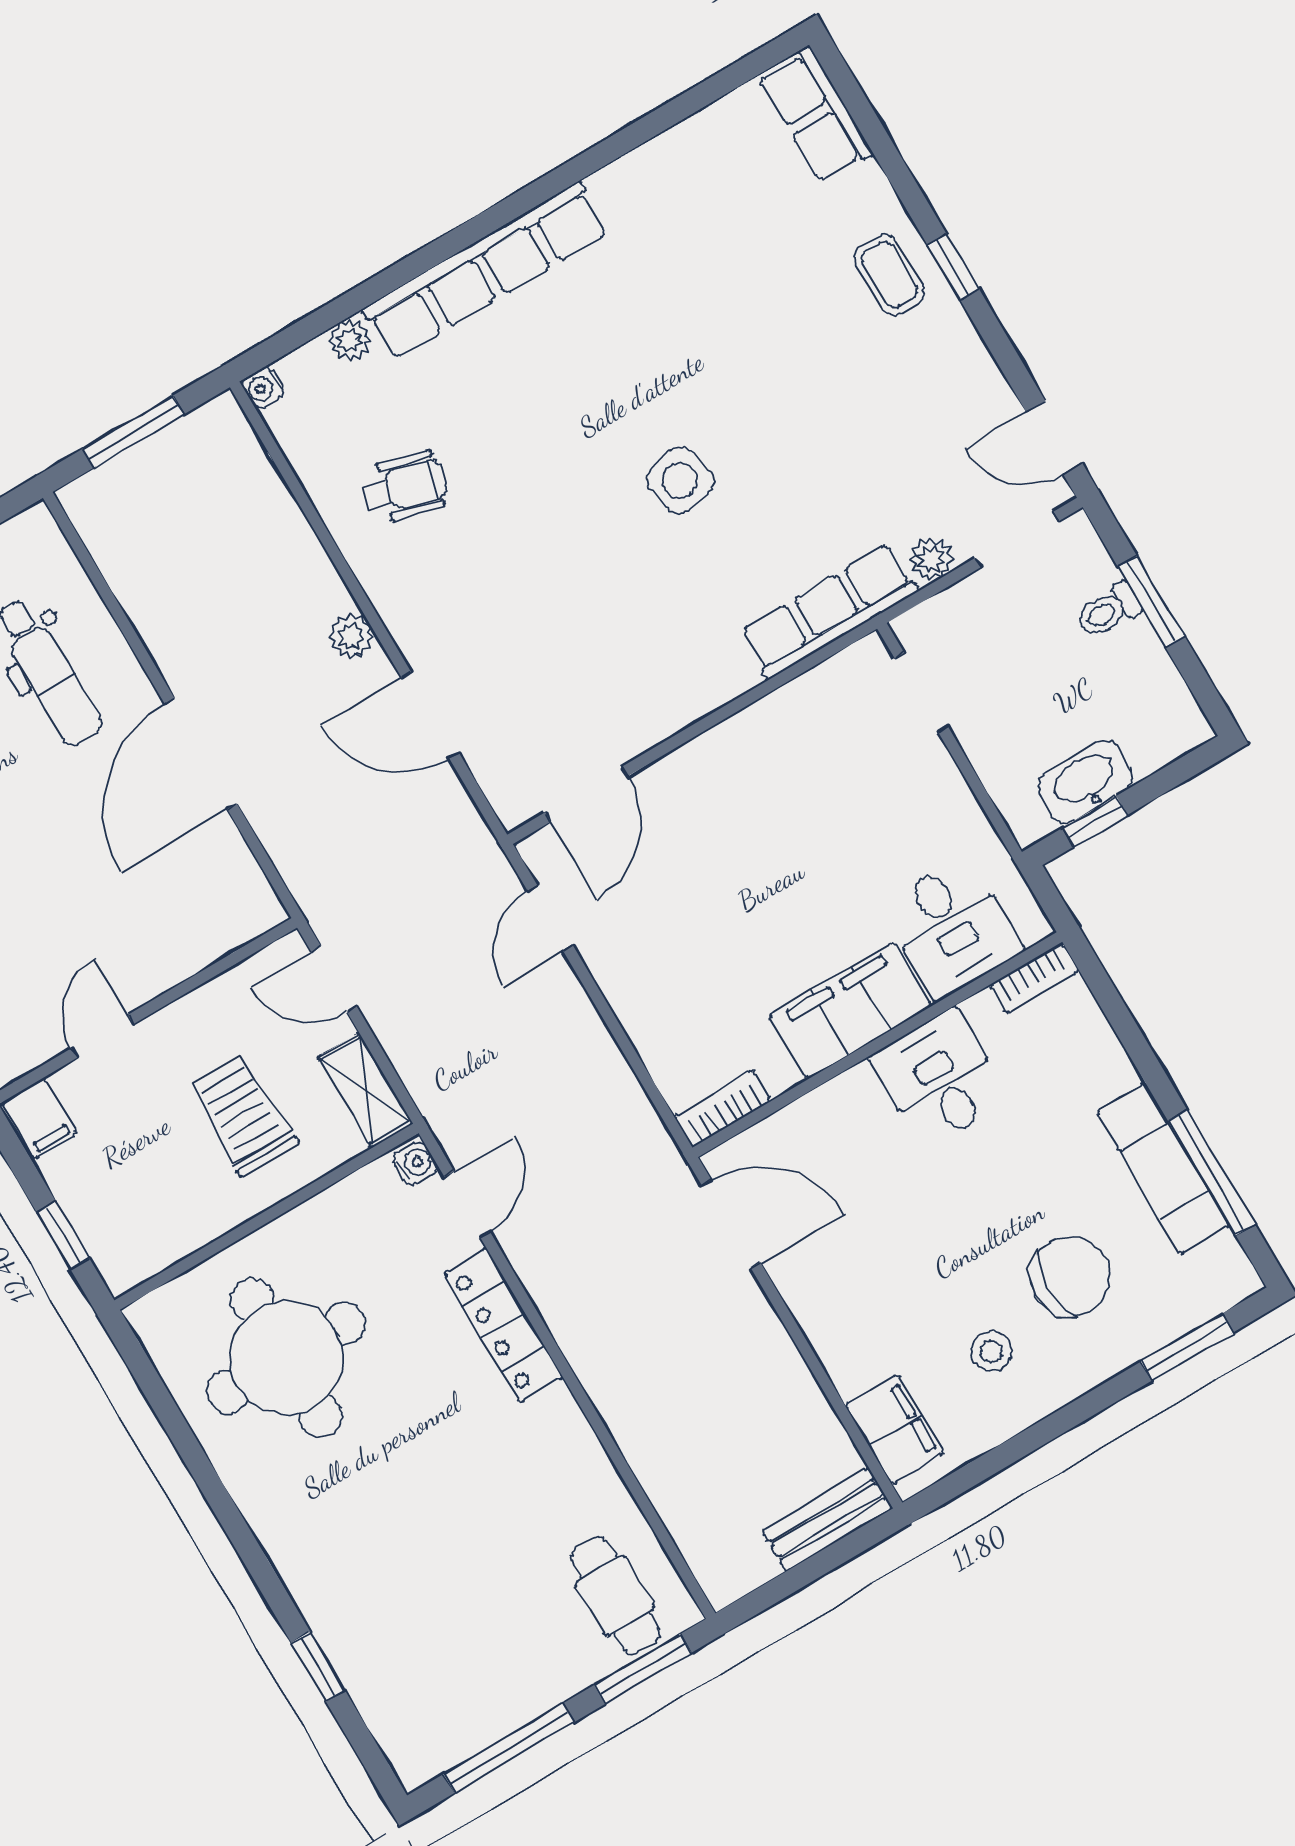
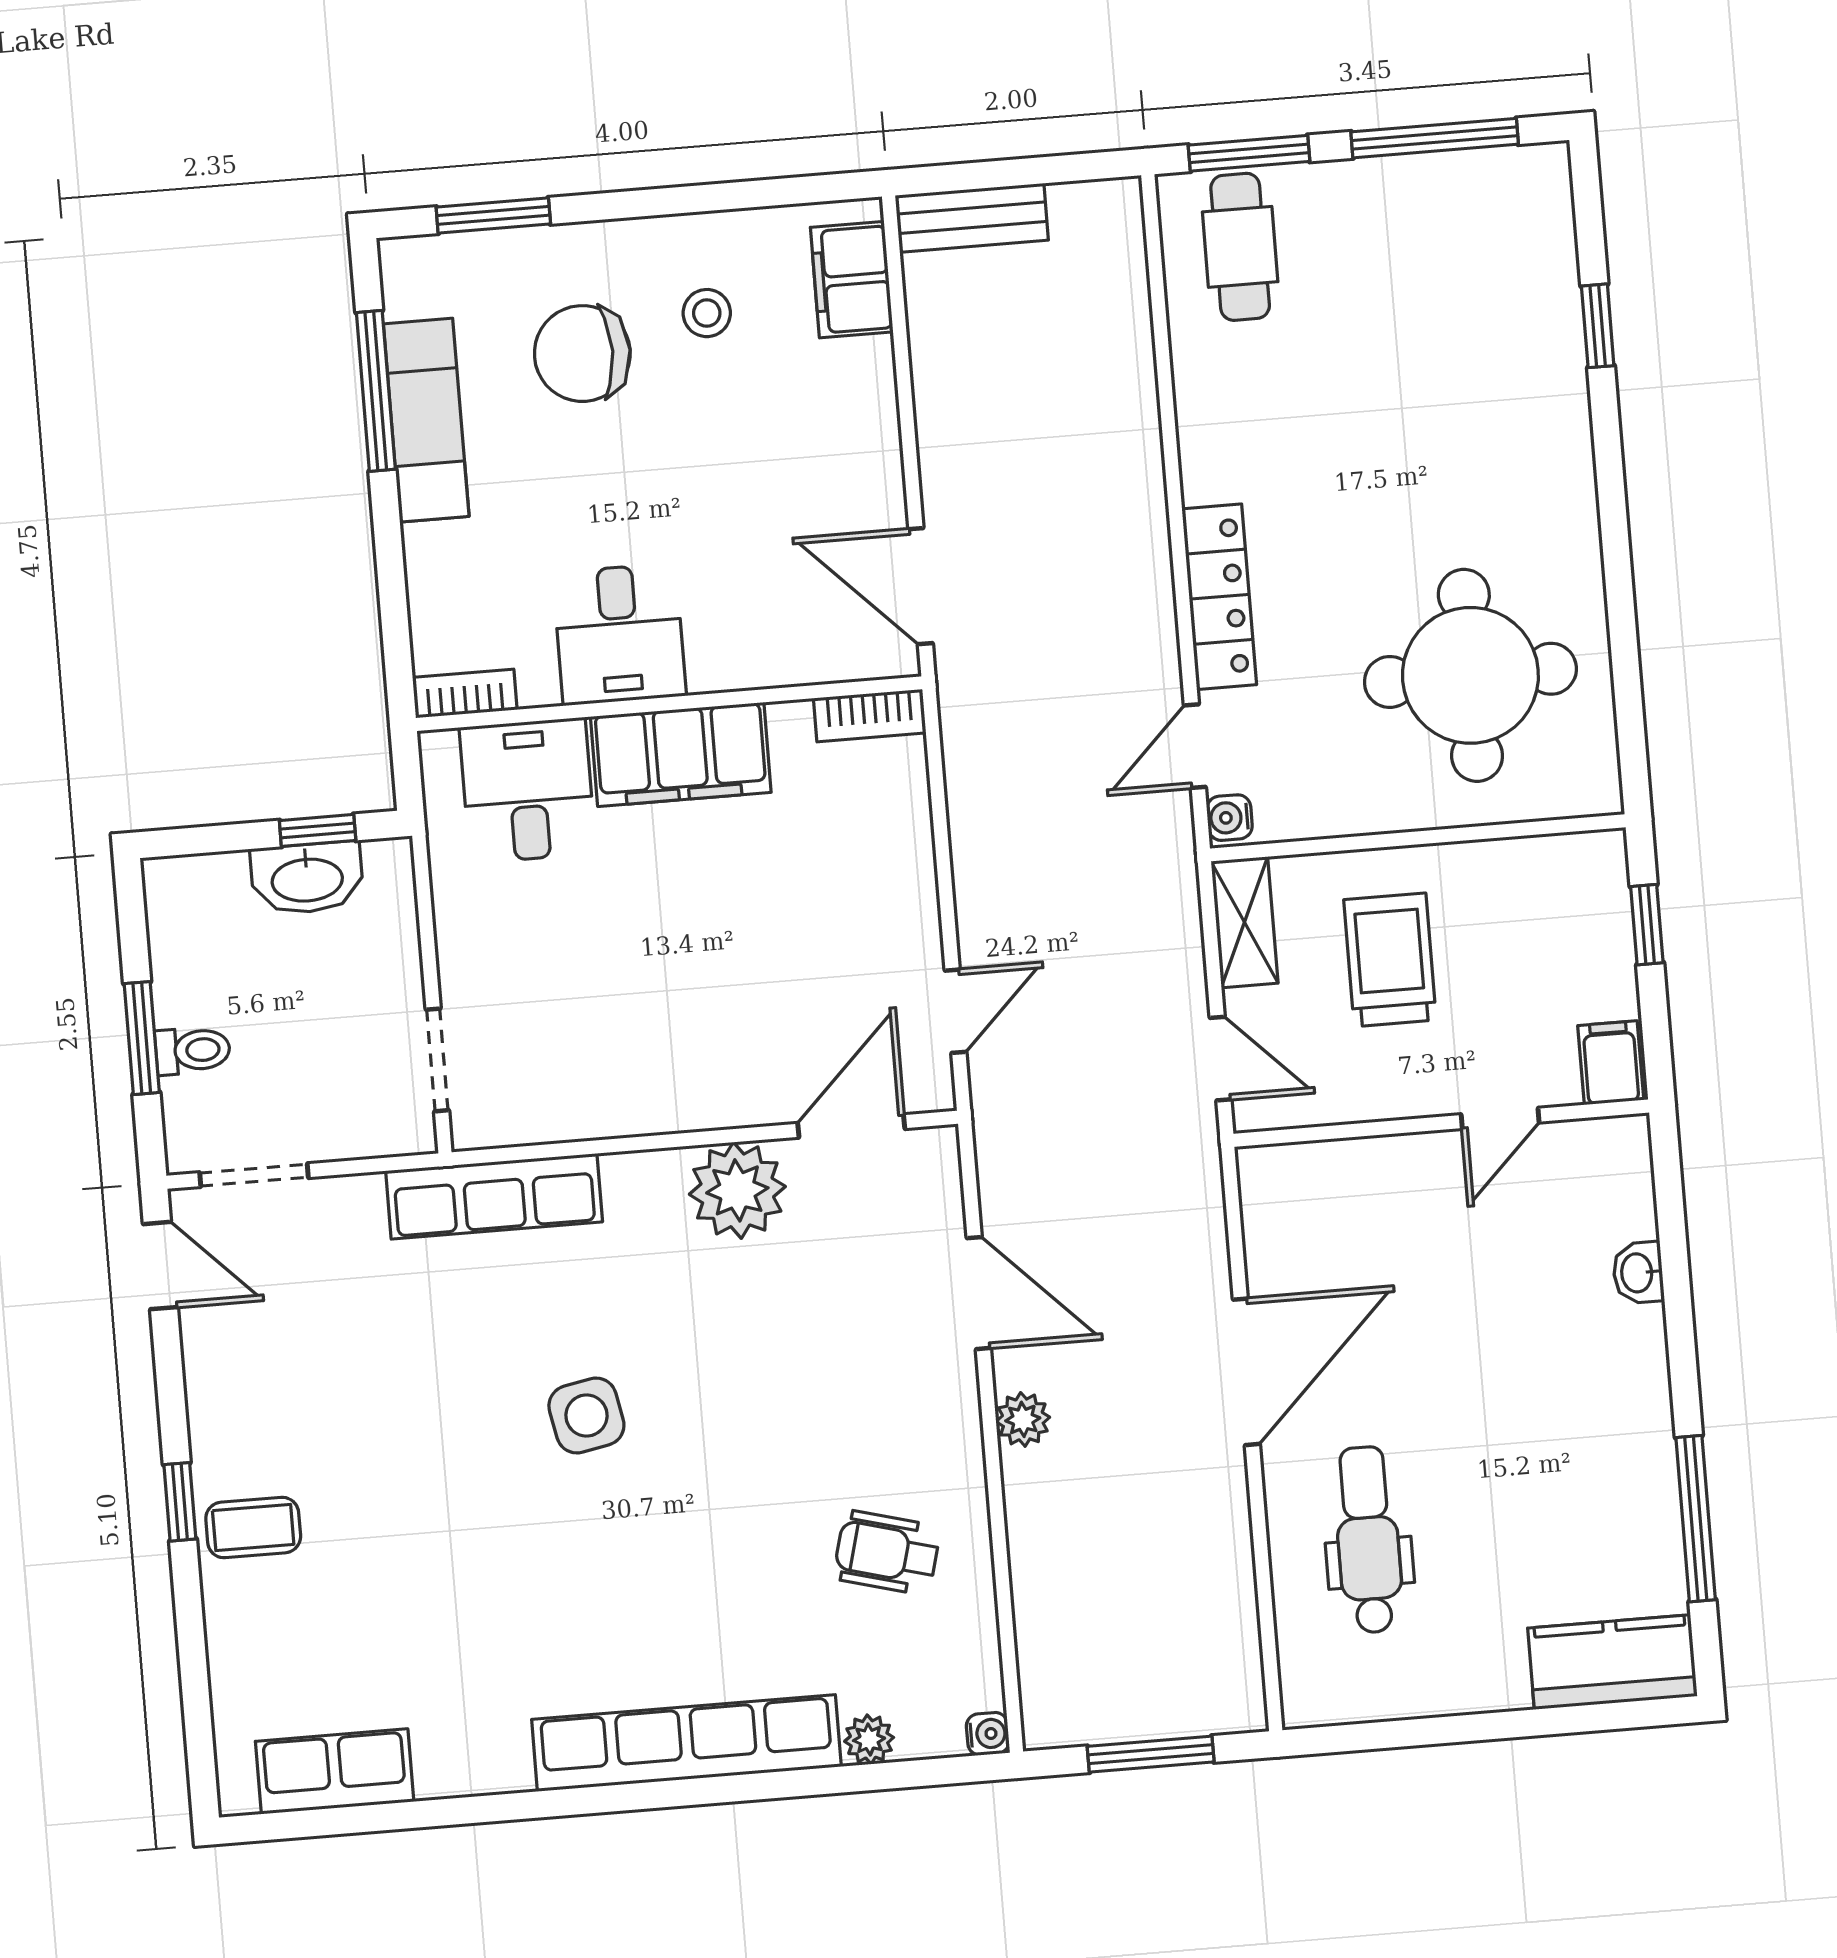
row of seats: (815, 115) -> (335, 1771), moved, turned -90
coffee table: (889, 275) -> (253, 1528), turned 90
plant: (931, 559) -> (737, 1190), moved, width x1.88, depth x1.88
trolley: (243, 1115) -> (1390, 960), turned 180

